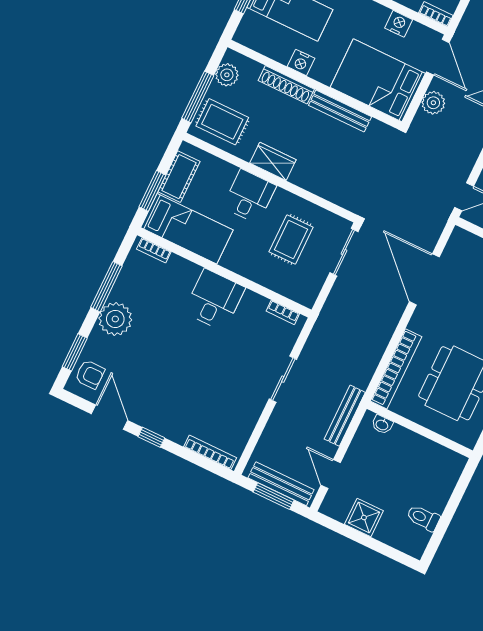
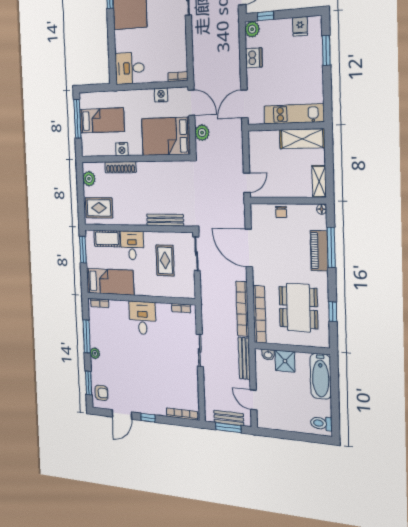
window: (198, 97) -> (81, 200), removed
bench: (340, 111) -> (165, 220), moved
wardrobe: (273, 161) -> (134, 217), removed
cot: (179, 177) -> (107, 238), moved, turned 90
window: (152, 191) -> (83, 250), moved
plant: (115, 319) -> (95, 353), width x0.53, depth x0.53
bookcase: (375, 352) -> (242, 309), added
door: (110, 417) -> (122, 414), swing flipped
bathtub: (442, 480) -> (321, 376), added
bench: (281, 484) -> (229, 418), width x0.73
shower: (364, 518) -> (285, 361), moved
toilet: (423, 518) -> (321, 423), moved

